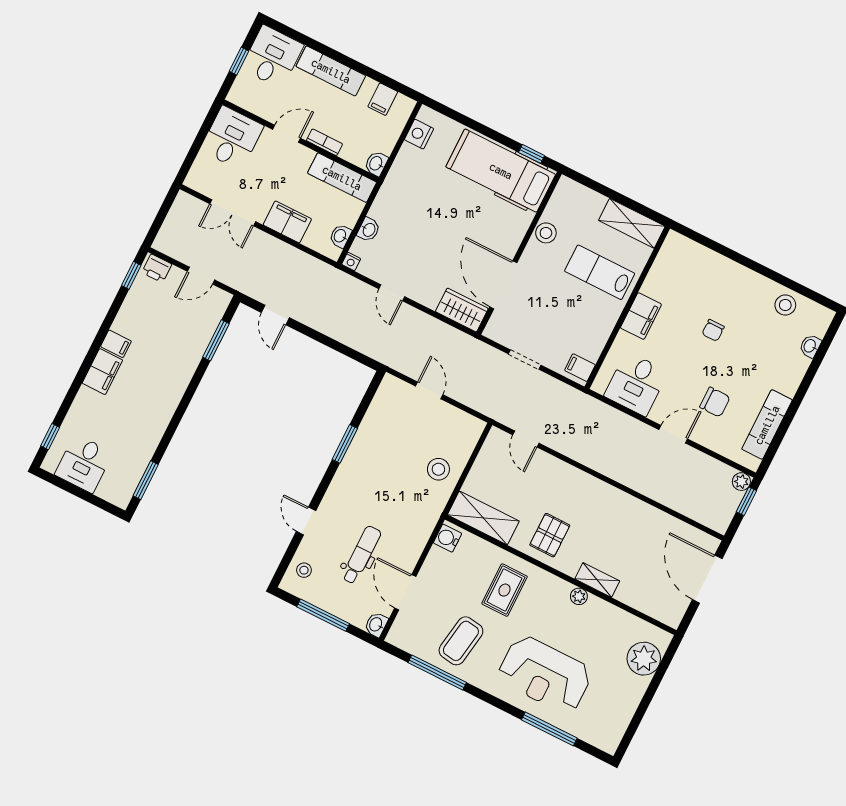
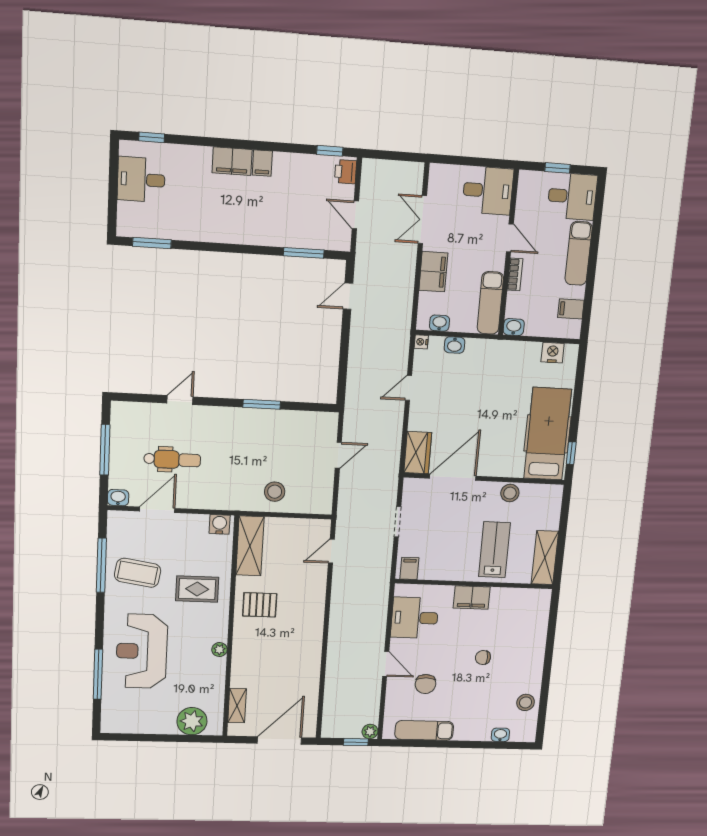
stool: (304, 570) -> (136, 417), removed
shelving: (597, 580) -> (237, 706), moved

